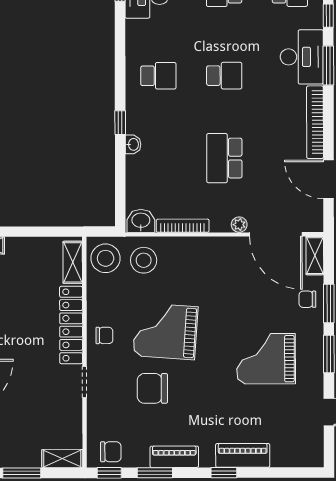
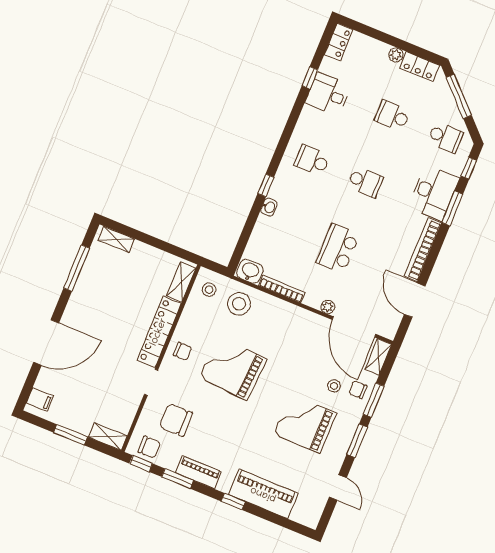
school desk: (158, 76) -> (312, 160), turned 180
stool: (106, 258) -> (209, 290), width x0.53, depth x0.53
stool: (280, 306) -> (334, 386), added
chair: (152, 388) -> (176, 420), moved
piano: (243, 455) -> (263, 494), width x1.37, depth x1.33

